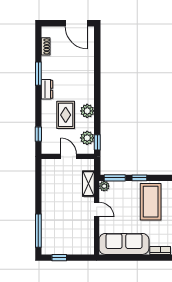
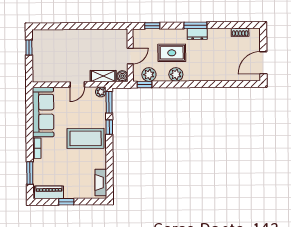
window: (38, 74) -> (195, 25), moved
boiler: (89, 164) -> (122, 76), added
window: (38, 231) -> (56, 26), removed

